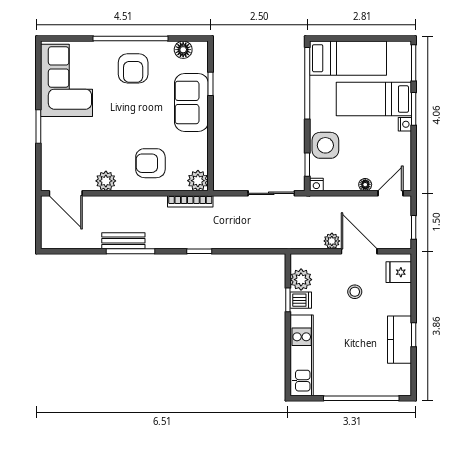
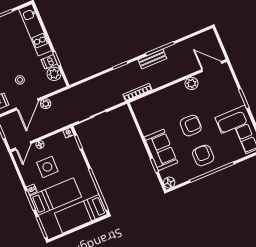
floor lamp: (183, 50) -> (169, 182), moved
side table: (325, 145) -> (47, 167), moved
armchair: (150, 163) -> (191, 126), moved
plant: (198, 181) -> (138, 106), removed
bench: (123, 241) -> (152, 59), moved
door: (359, 251) -> (27, 104), hinge flipped

